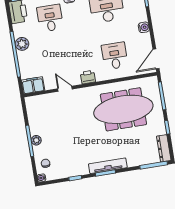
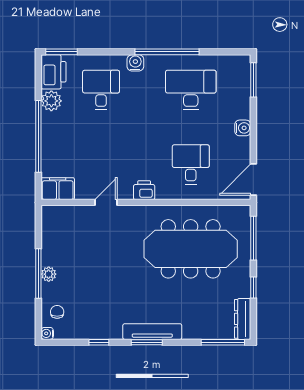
plant: (22, 44) -> (51, 101), moved
door: (65, 89) -> (106, 202), hinge flipped

